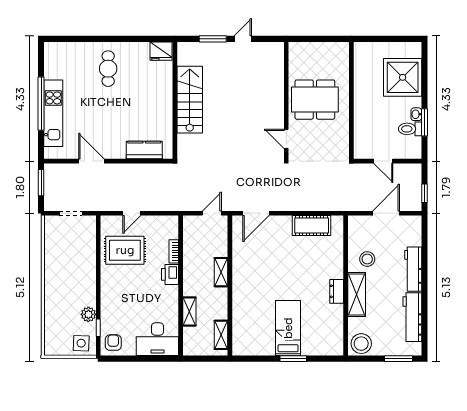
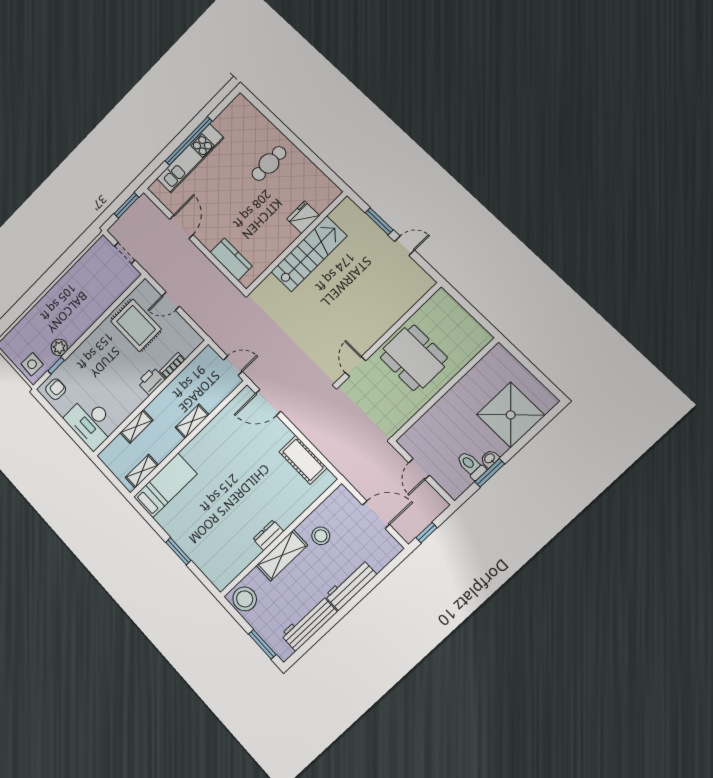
fridge: (161, 51) -> (303, 217), moved, turned 90
bed: (288, 328) -> (165, 485), moved

